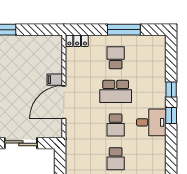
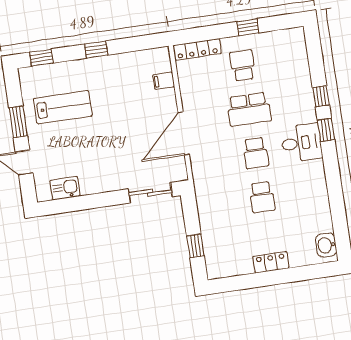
window: (124, 30) -> (248, 27), width x0.46
locker: (77, 41) -> (197, 49), width x1.53
filing cabinet: (55, 80) -> (164, 81), moved
sliding door: (21, 143) -> (150, 193), moved

